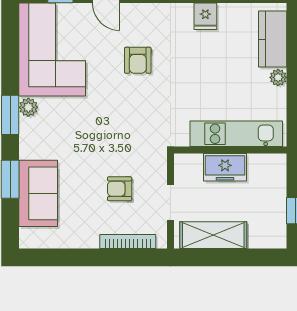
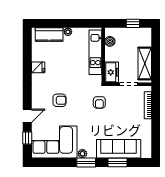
boiler: (258, 164) -> (110, 41), added
freezer: (225, 167) -> (112, 72), moved
armchair: (120, 189) -> (99, 102), moved
sofa: (38, 193) -> (119, 149), width x1.36

